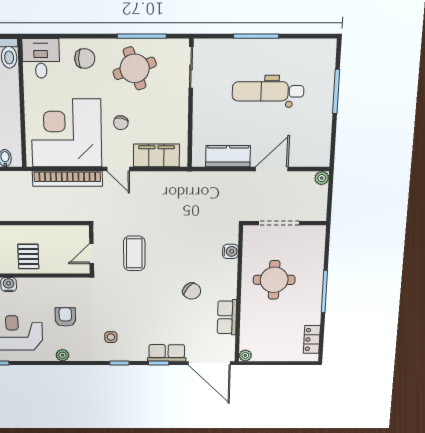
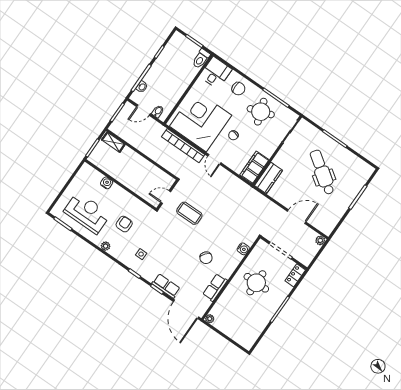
dental chair: (268, 91) -> (322, 172), turned 35
filing cabinet: (156, 155) -> (254, 167), moved, turned -90
kitchen counter: (228, 156) -> (269, 178), moved, turned 90
coffee table: (134, 253) -> (189, 213), turned 90
pallet: (28, 256) -> (130, 174), removed
locker: (312, 339) -> (295, 275), moved

